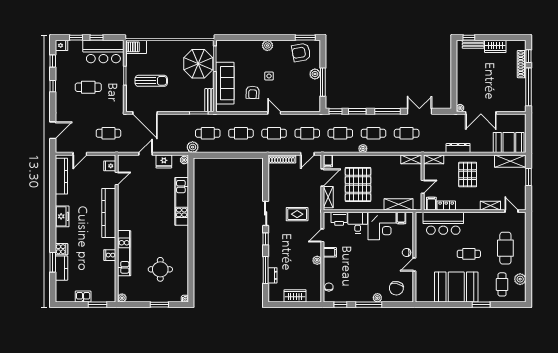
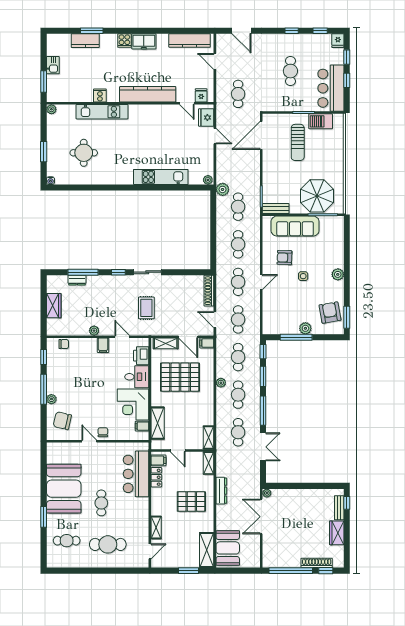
barbecue: (136, 47) -> (321, 121), moved, turned -90
fridge: (164, 161) -> (206, 118), moved
cooker: (61, 249) -> (124, 41), moved
plant: (520, 279) -> (73, 561), removed

